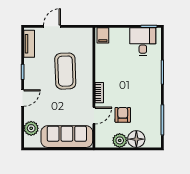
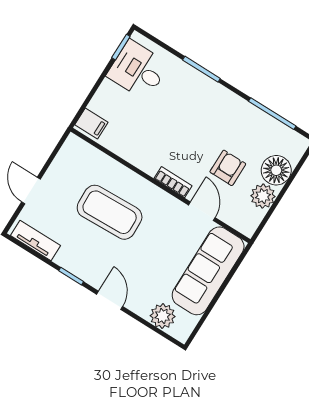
armchair: (123, 115) -> (228, 168), turned 90

